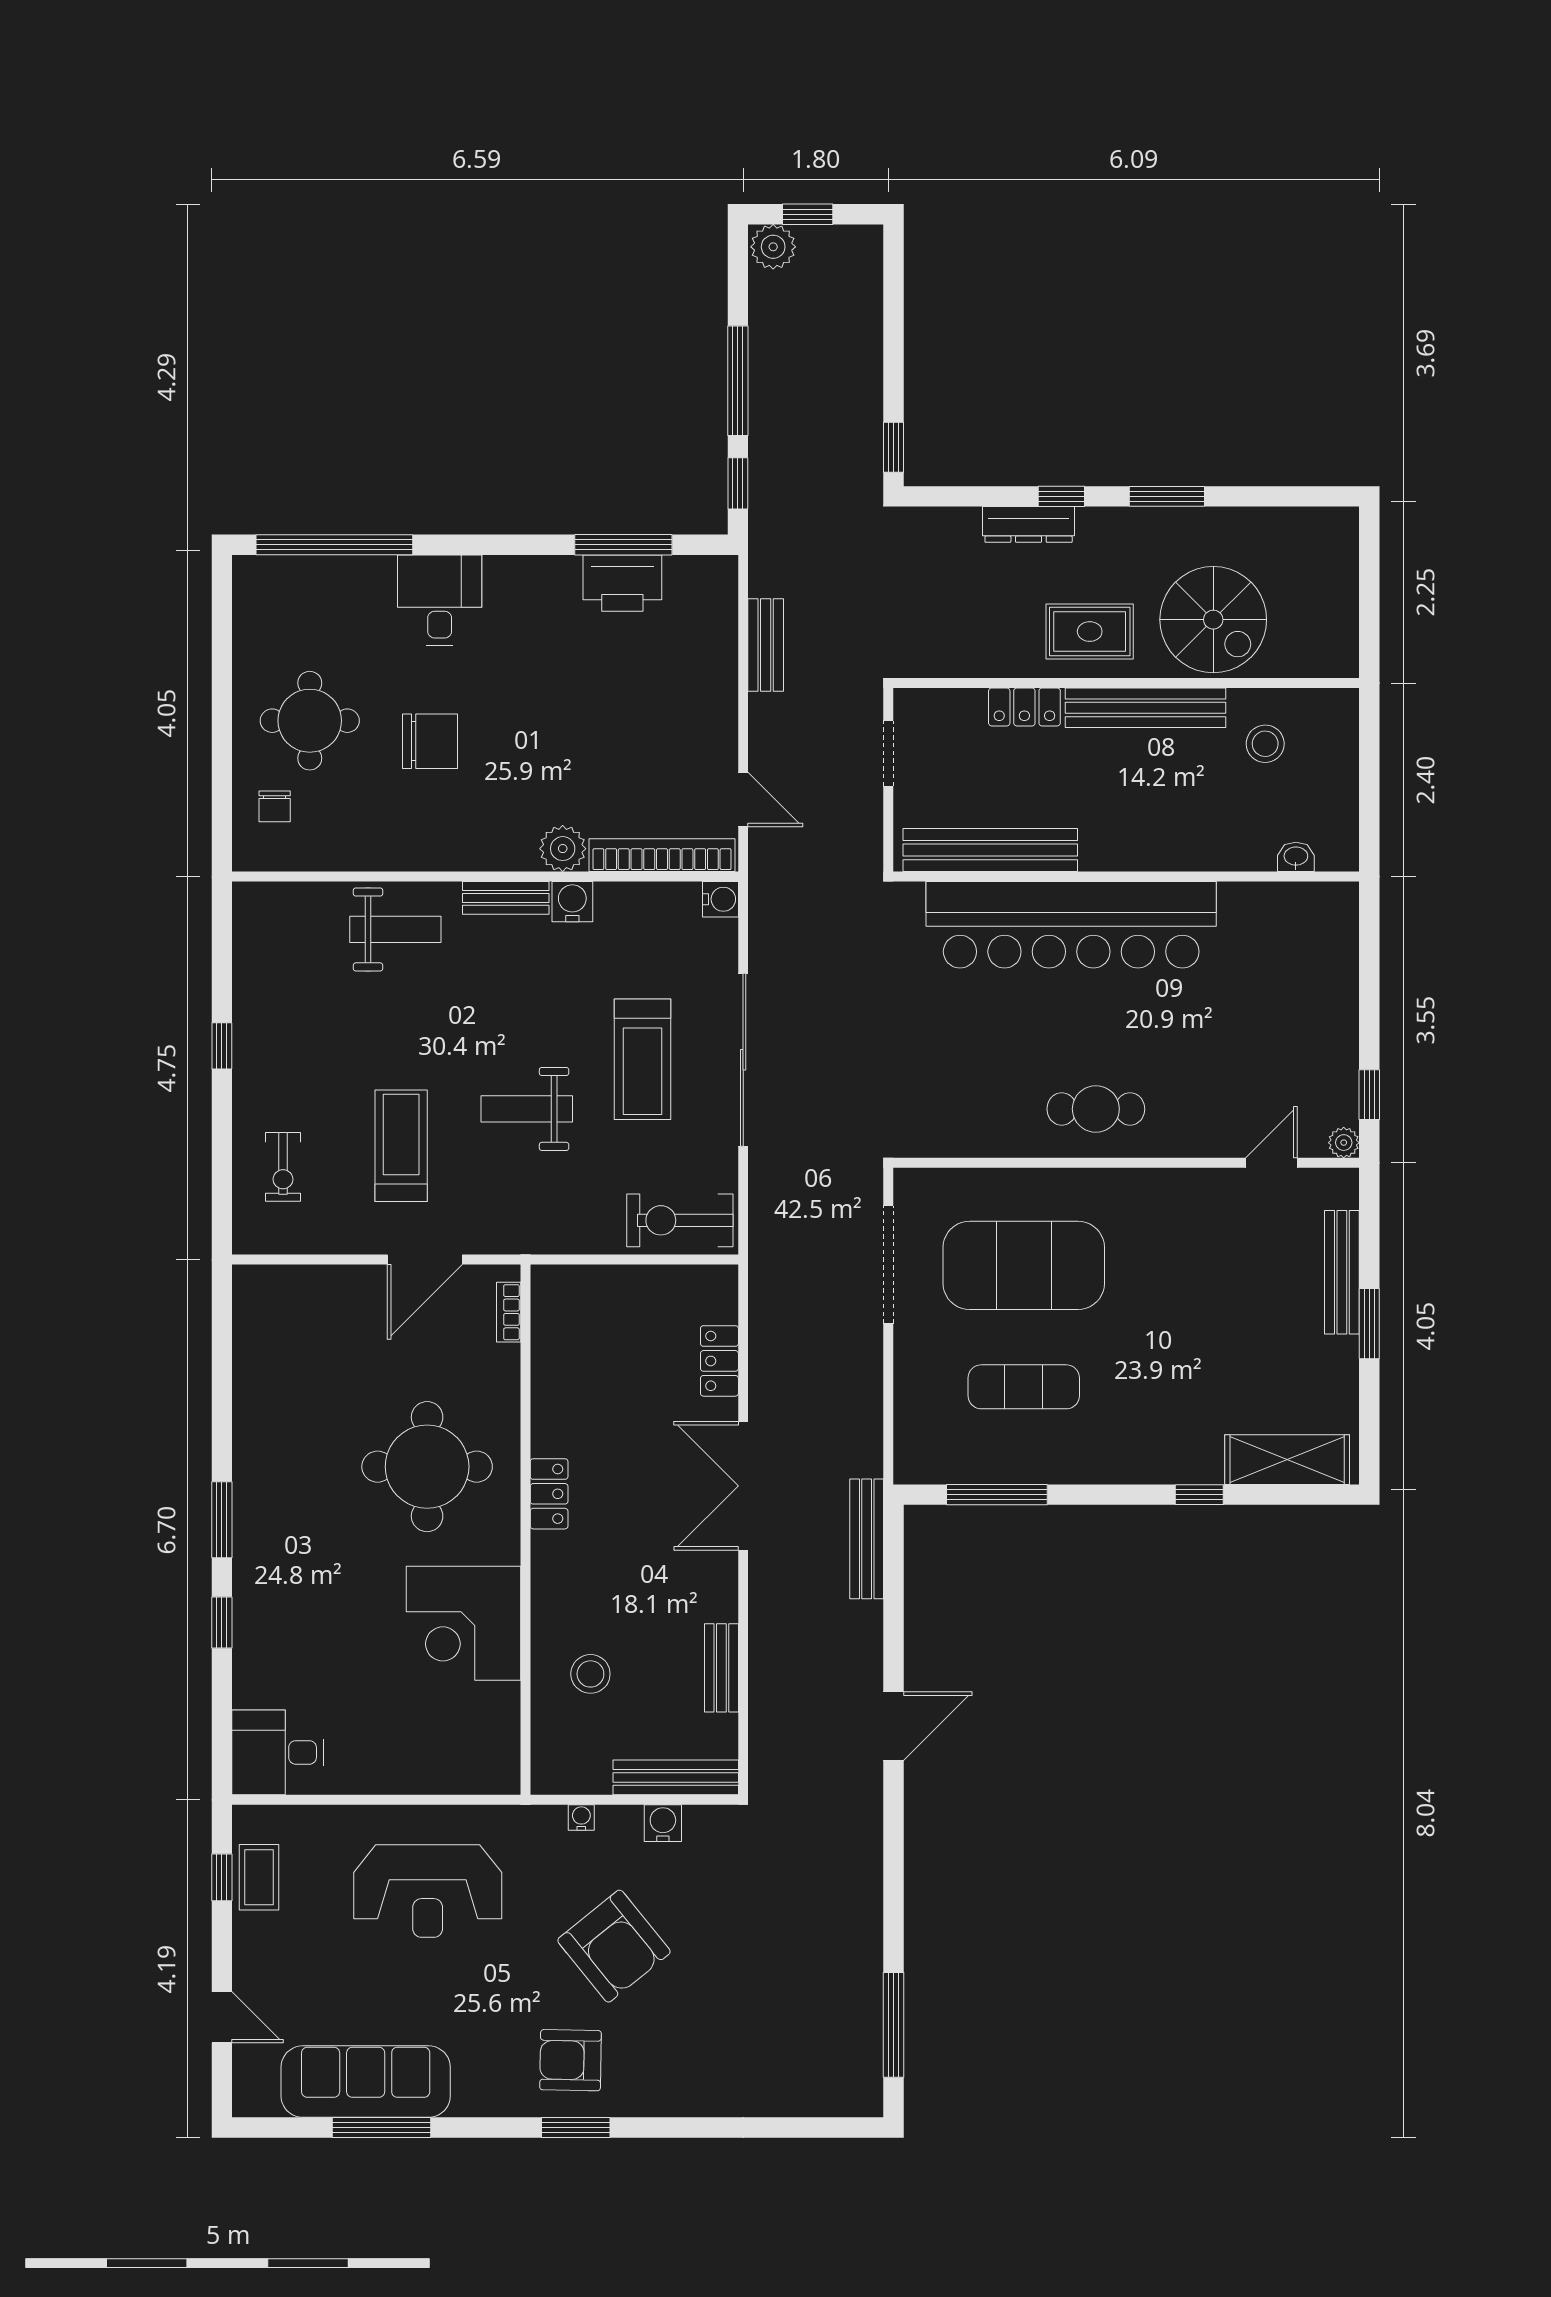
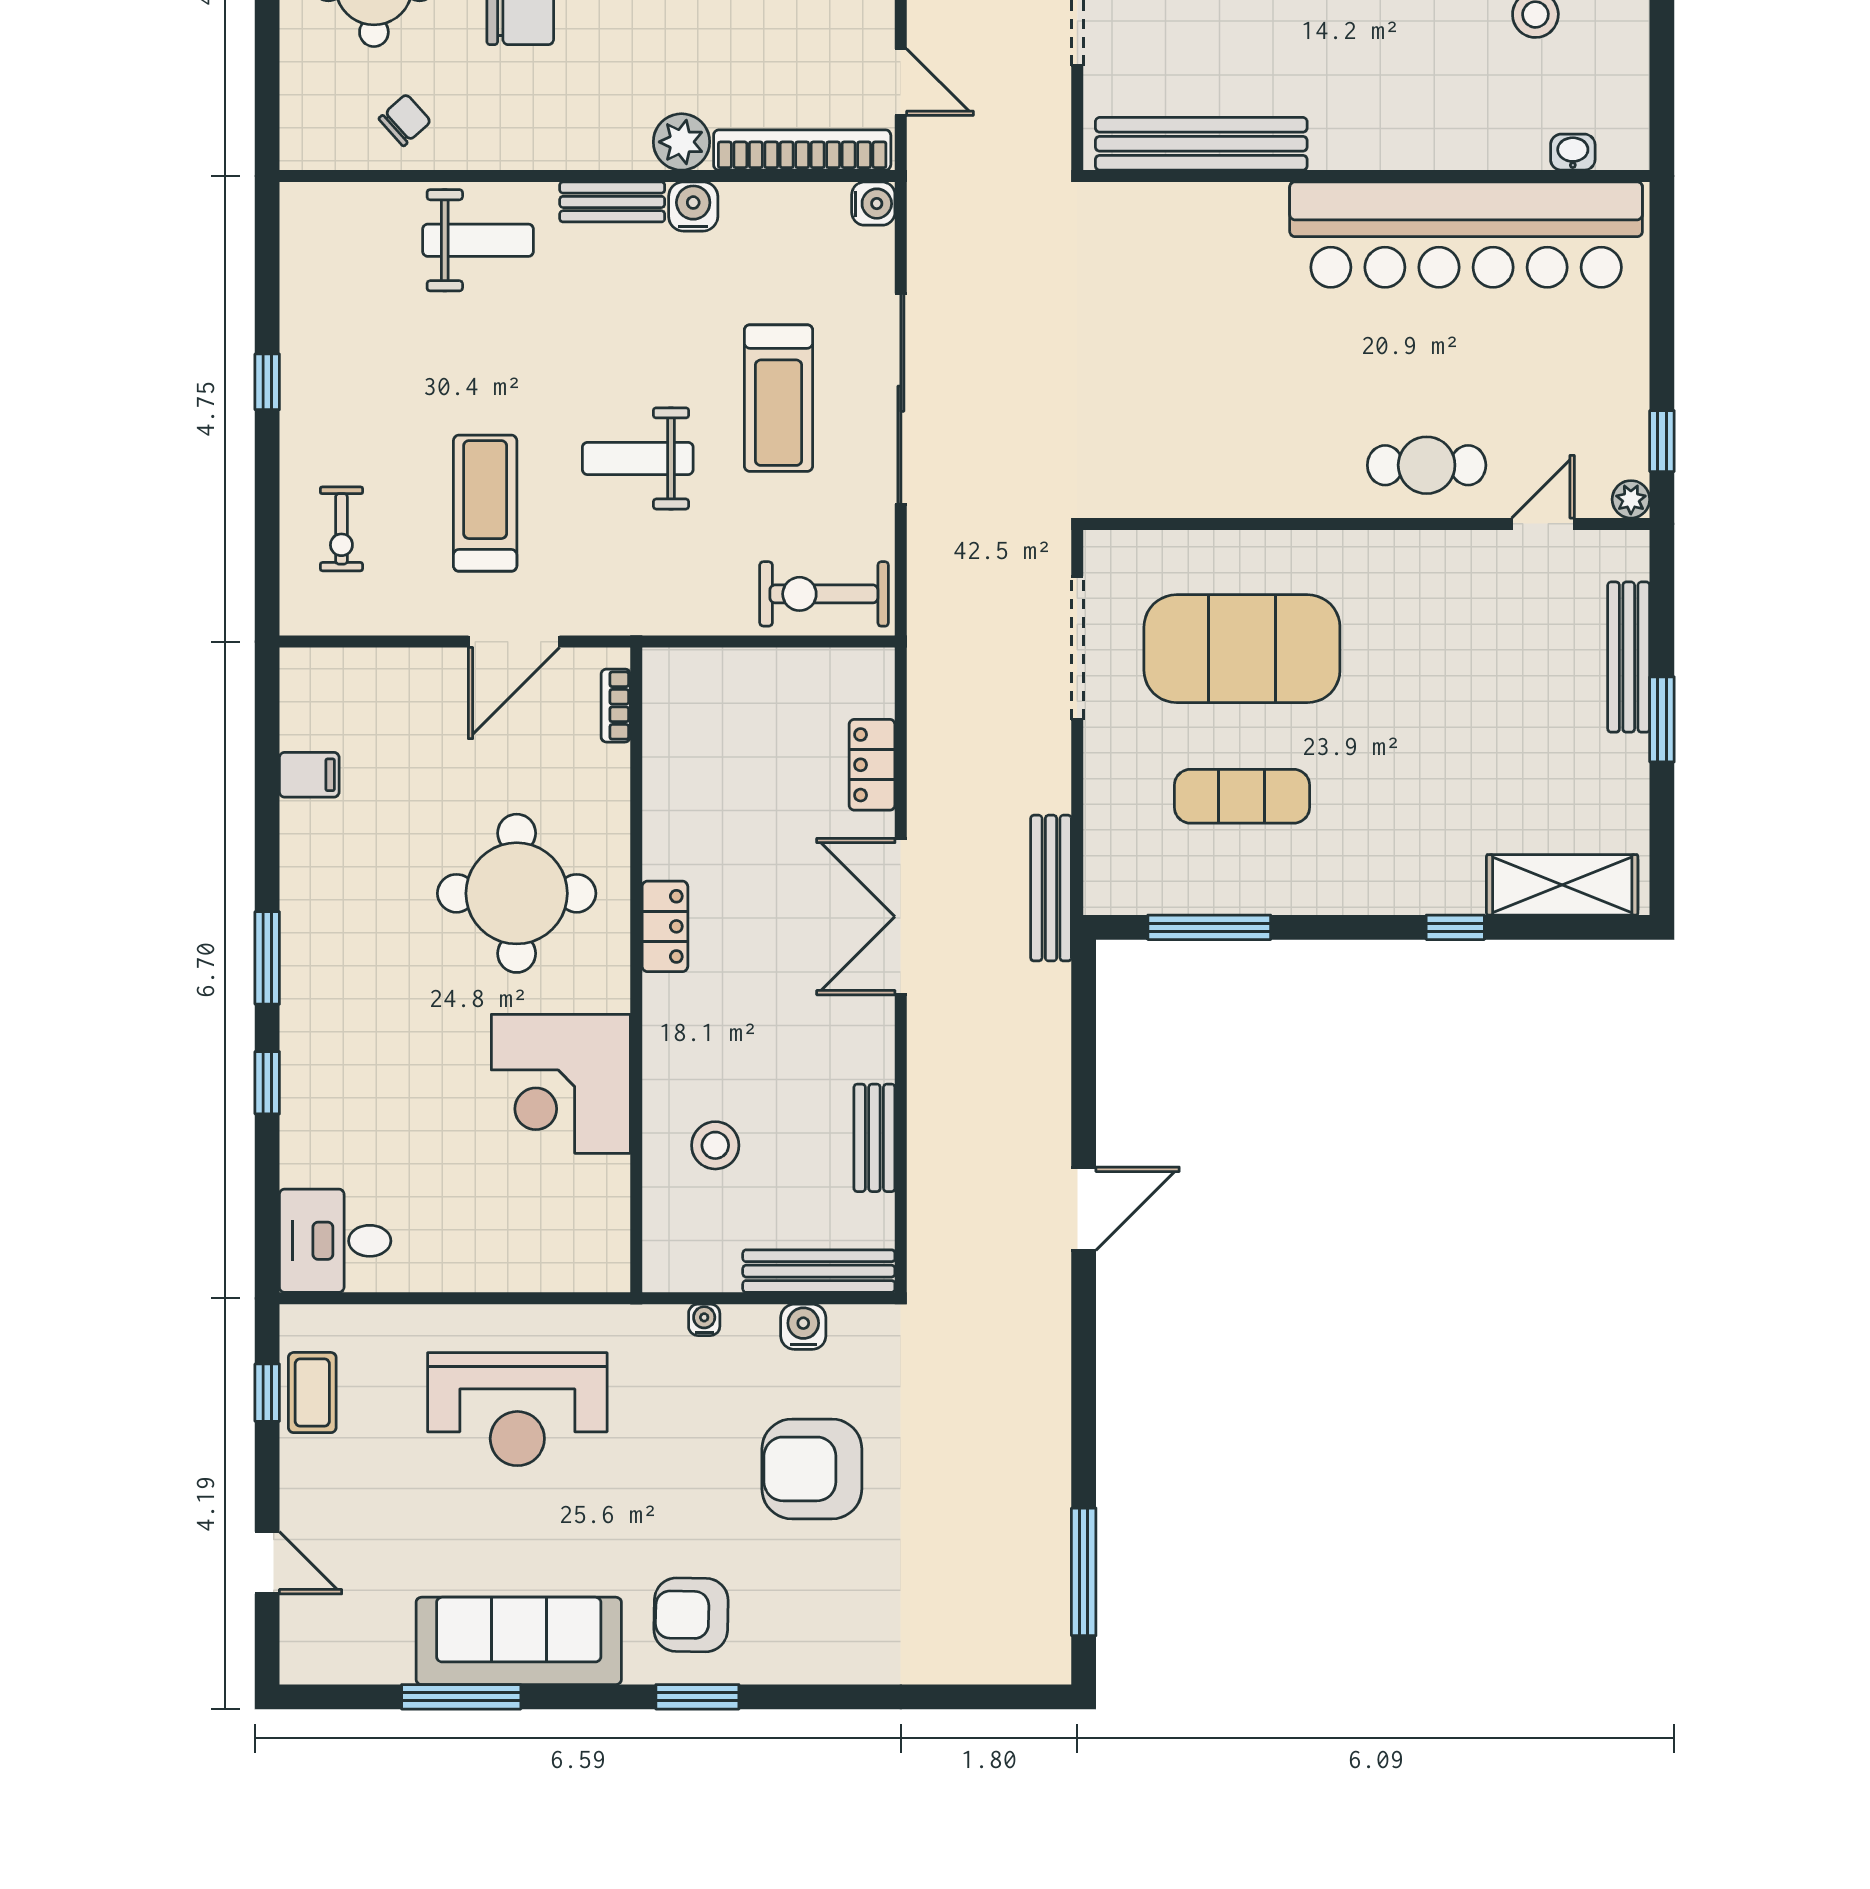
chair: (275, 806) -> (405, 120), moved, turned -132
bar counter: (1071, 925) -> (1466, 235), moved
cafe table: (1096, 1109) -> (1427, 465), moved
filing cabinet: (256, 1369) -> (309, 775), added
bench: (867, 1539) -> (1051, 888), moved
armchair: (614, 1946) -> (812, 1469), moved, turned 129
sofa: (366, 2082) -> (519, 1641), moved

